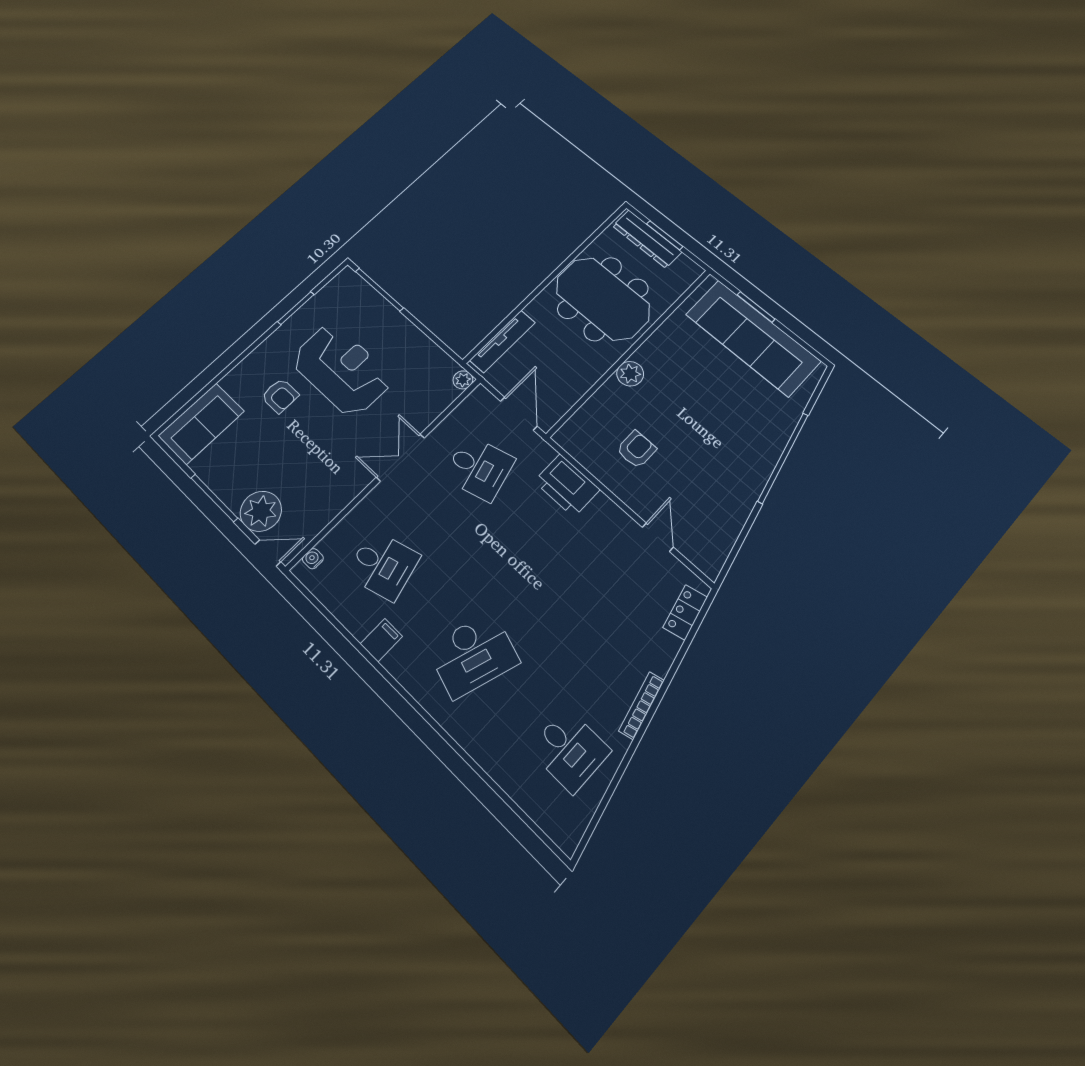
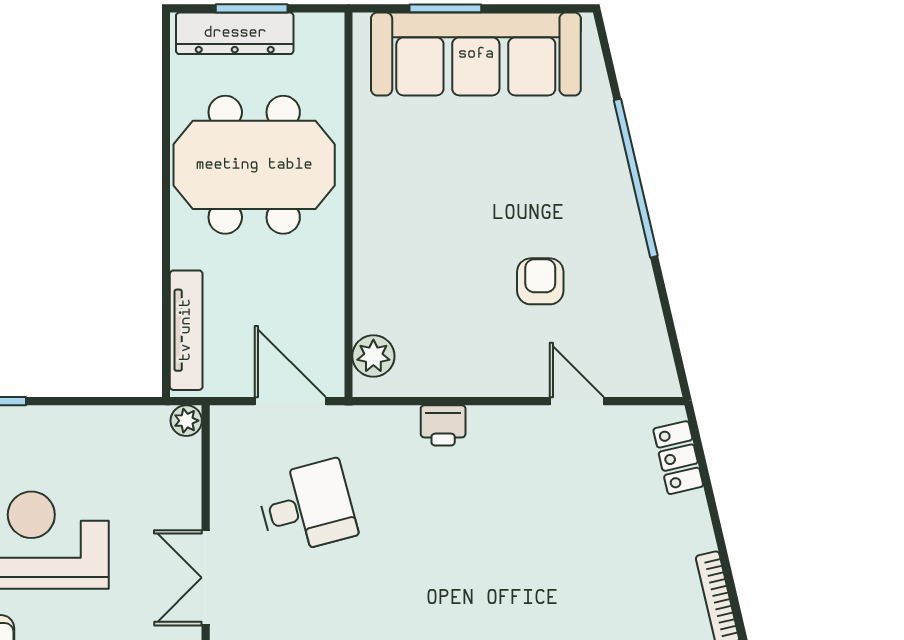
plant: (630, 374) -> (373, 356), moved
armchair: (636, 449) -> (540, 281), moved
printer: (567, 485) -> (443, 425), width x0.53, depth x0.68

